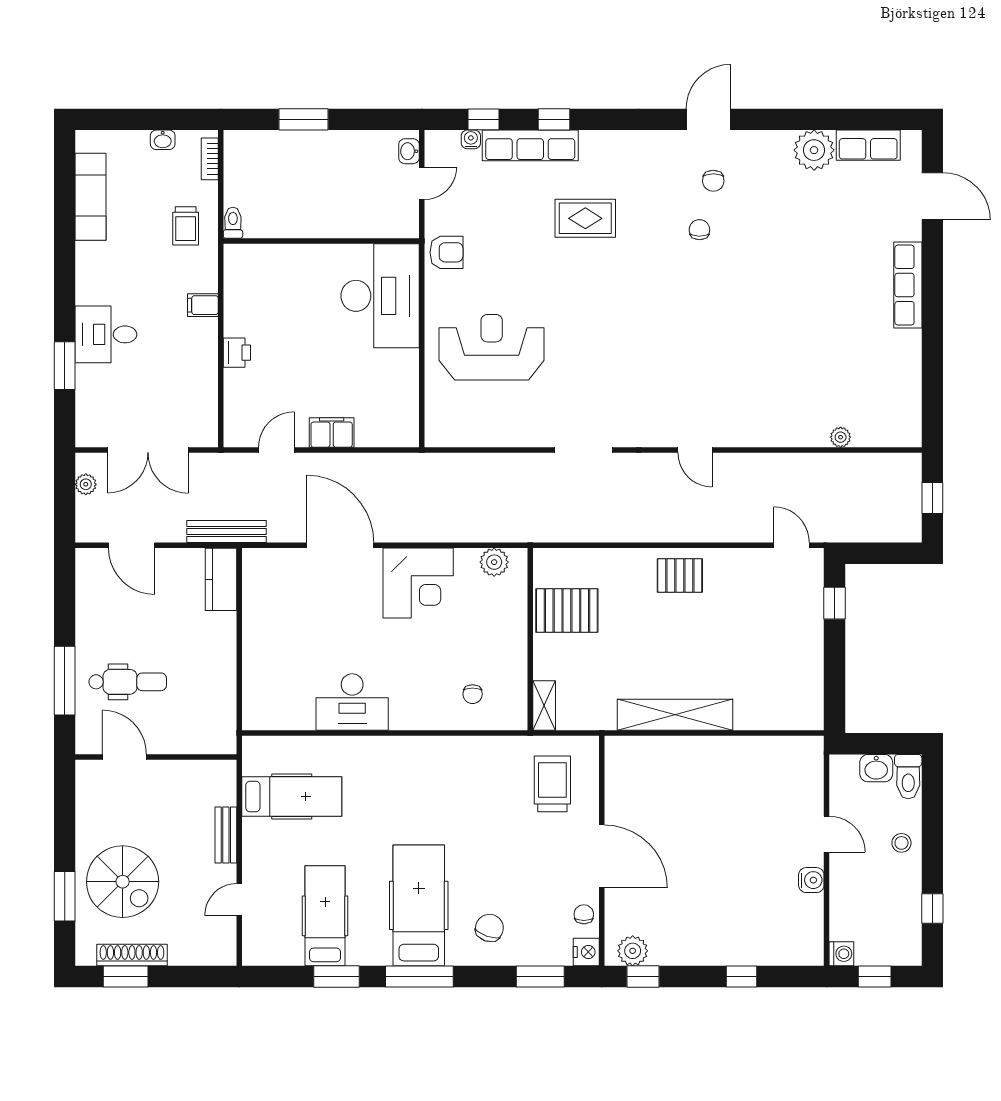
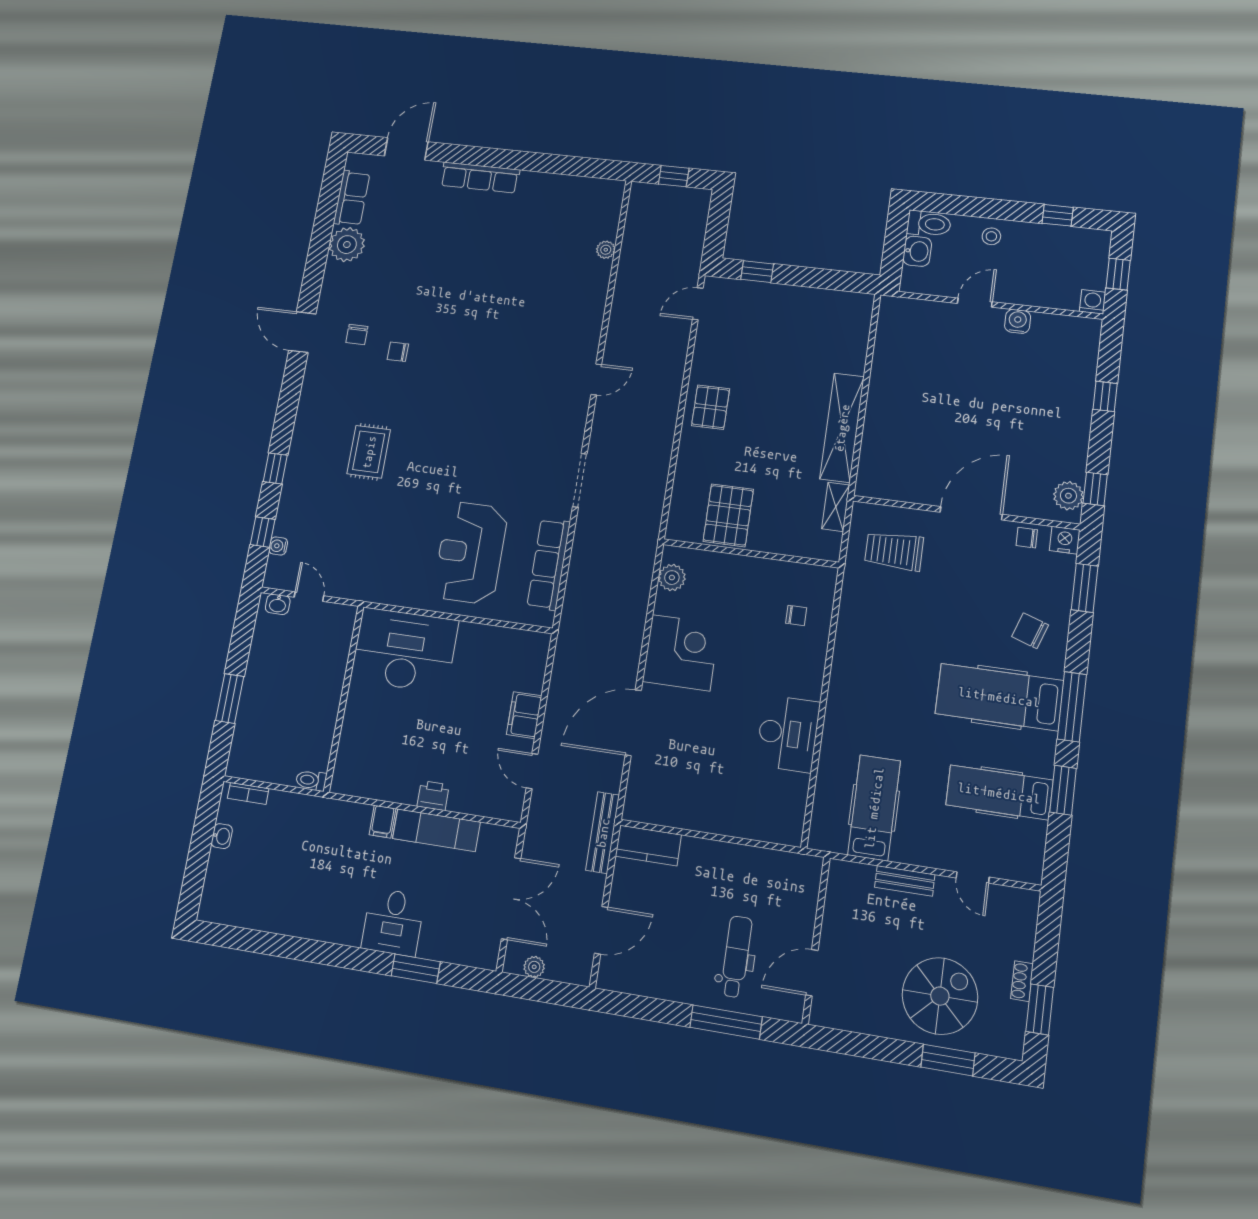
row of seats: (530, 145) -> (549, 564), moved, turned 180
chair: (713, 181) -> (357, 334), turned 90
exam couch: (90, 197) -> (436, 830), moved, turned 180
trolley: (186, 226) -> (305, 827), removed
armchair: (447, 252) -> (376, 582), removed
shelving: (544, 706) -> (836, 507), moved, turned 90
shoe rack: (132, 955) -> (1022, 981), width x0.51, depth x0.81

